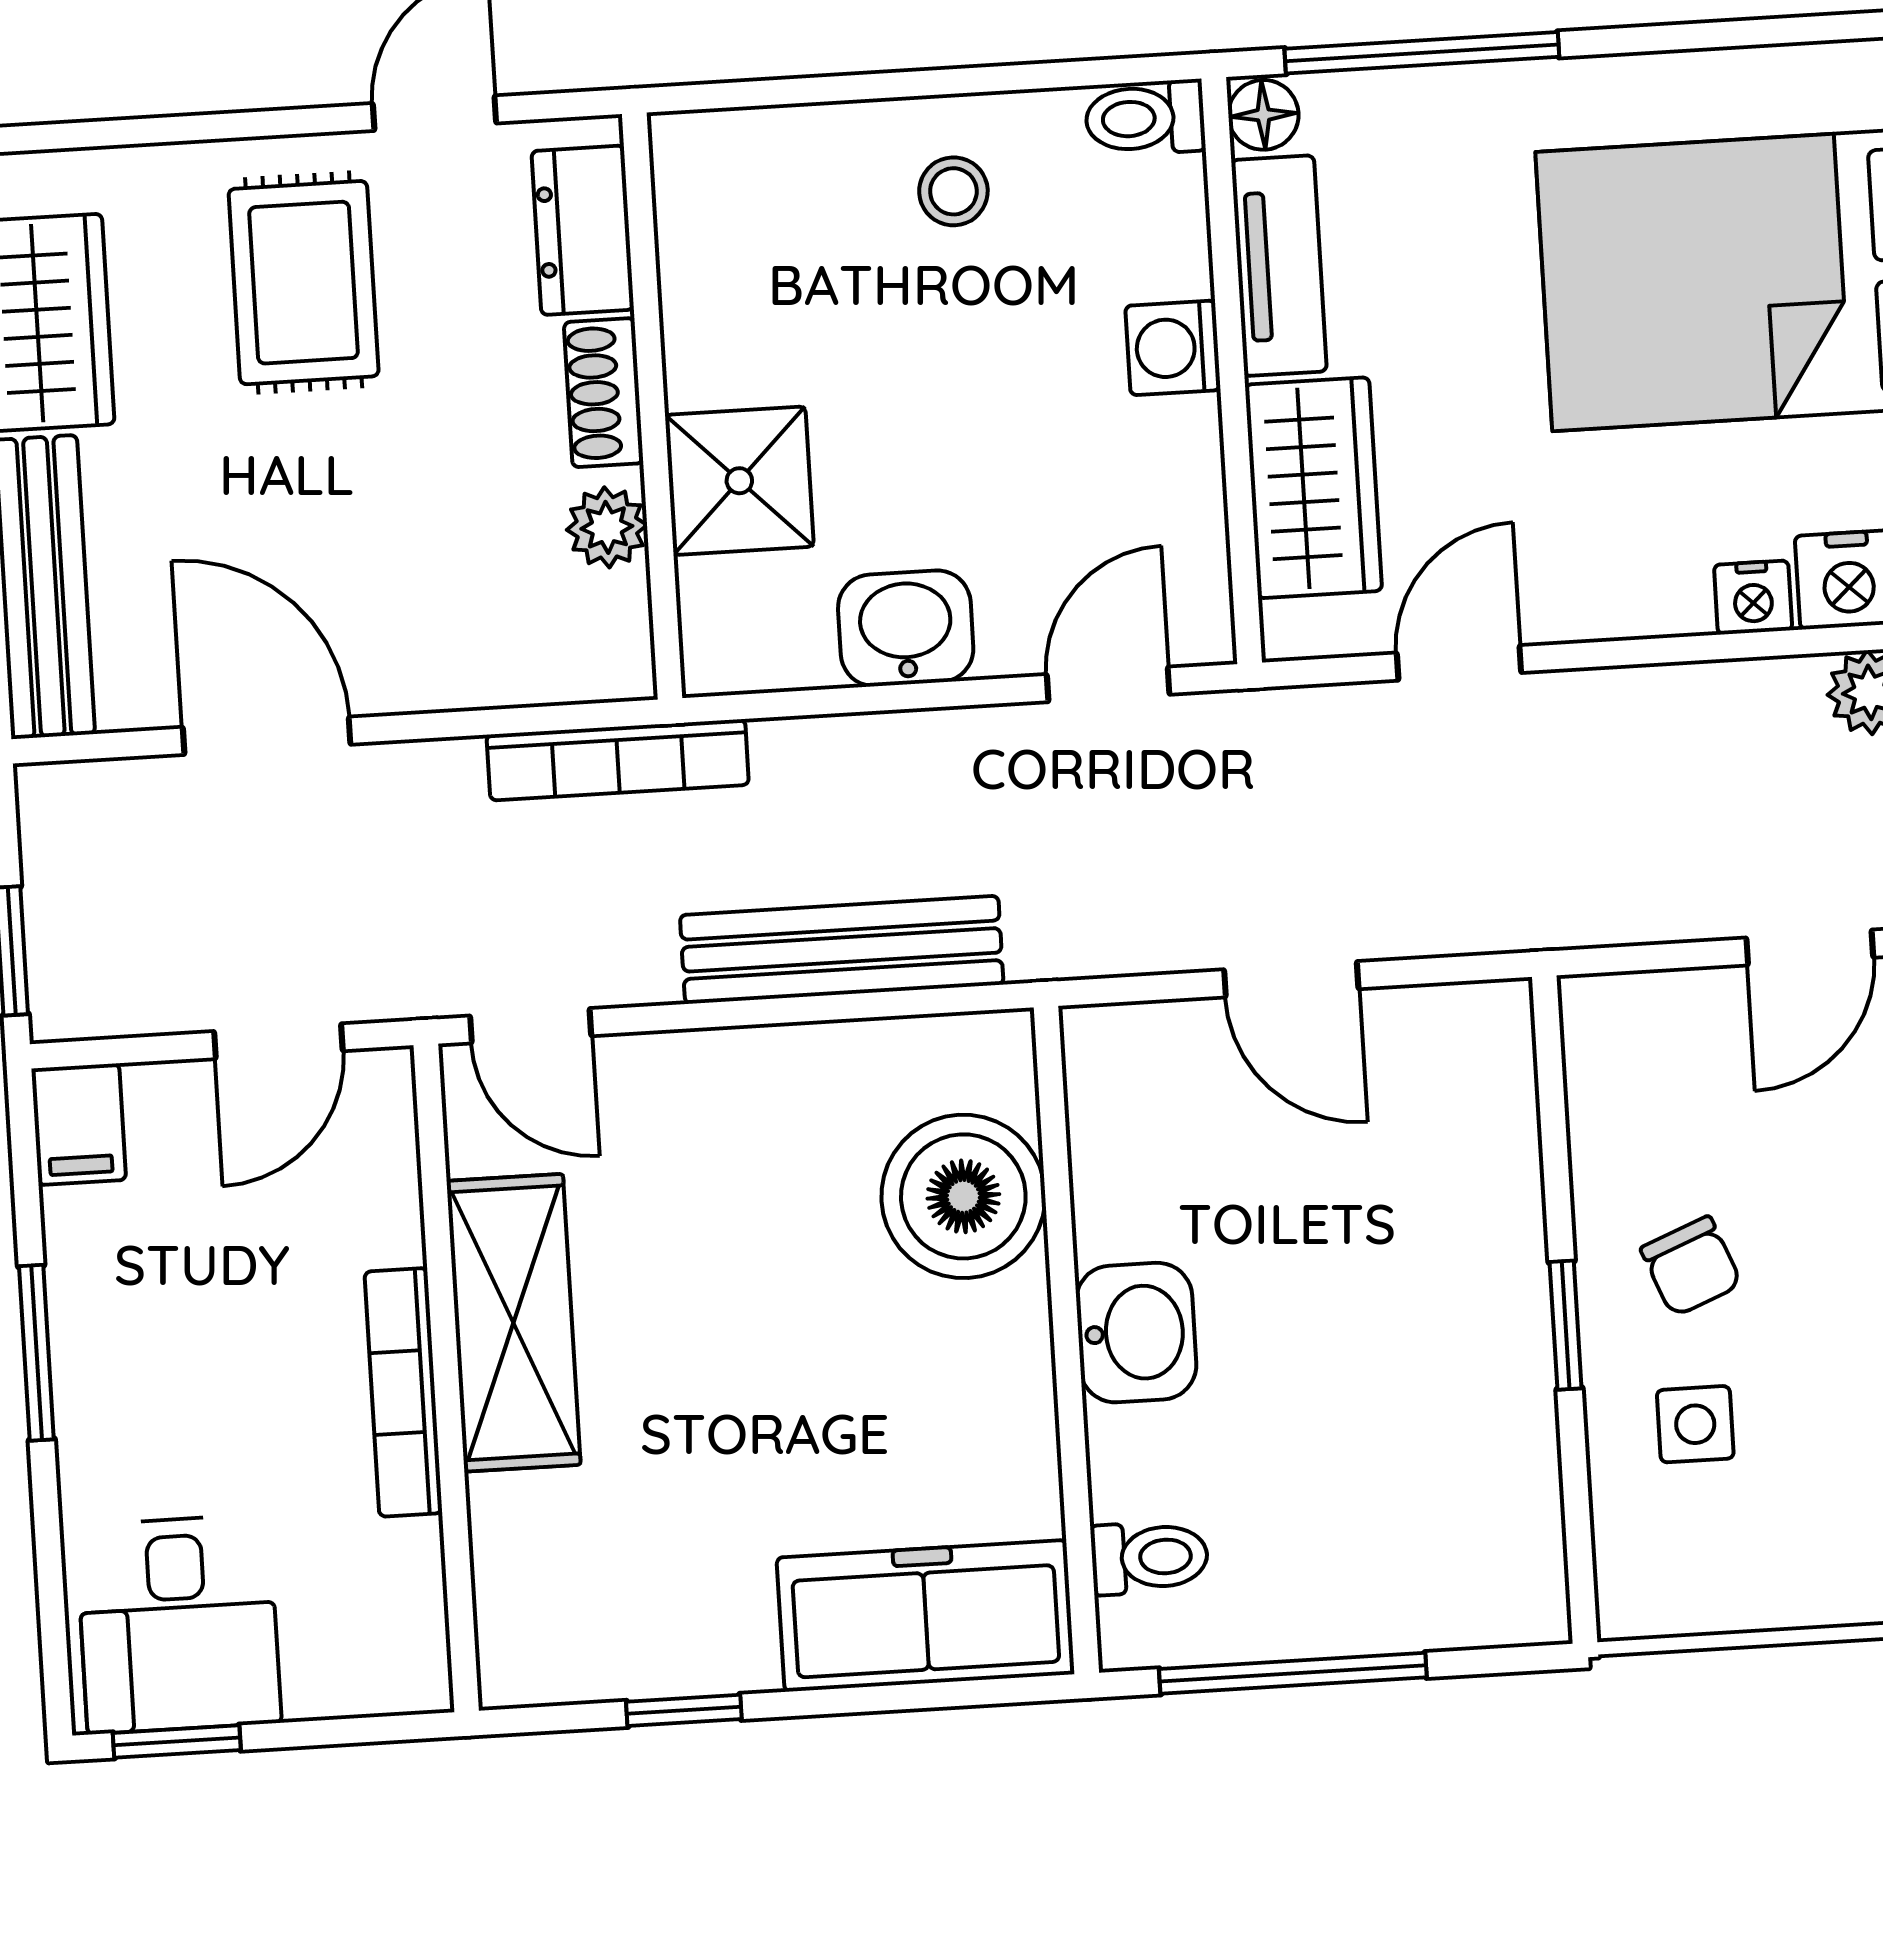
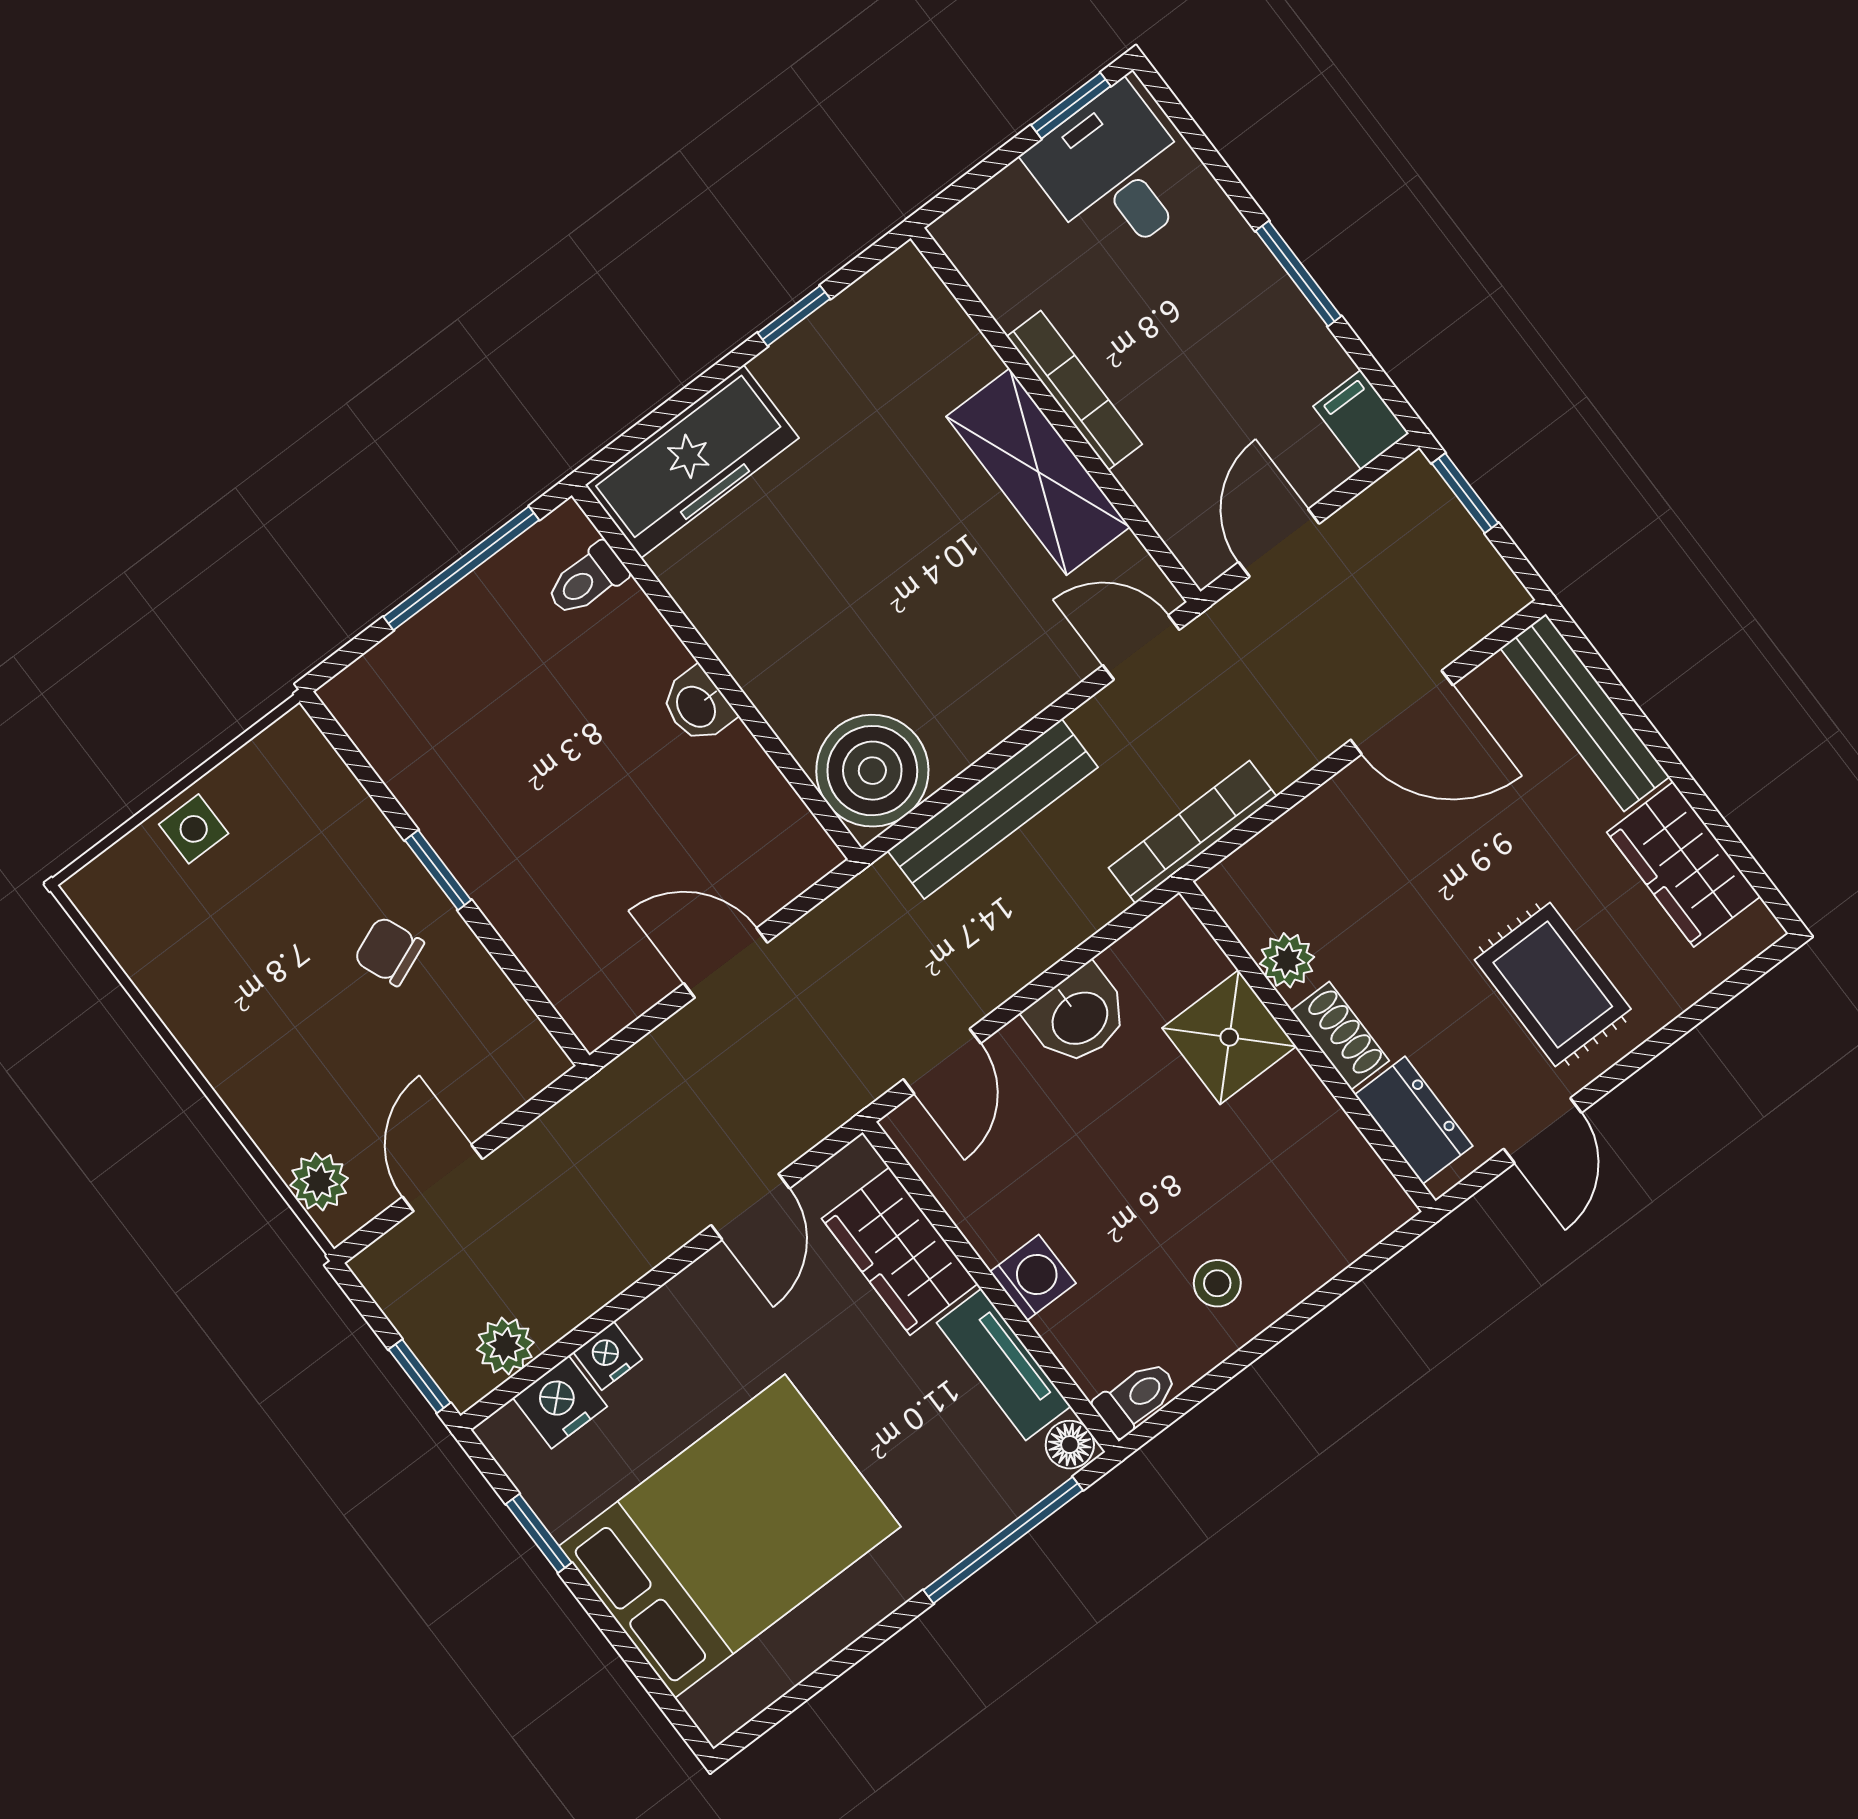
boiler: (963, 1196) -> (872, 771), moved
washbasin: (1136, 1333) -> (697, 706), width x0.72, depth x0.69
side table: (1695, 1424) -> (194, 829), moved

